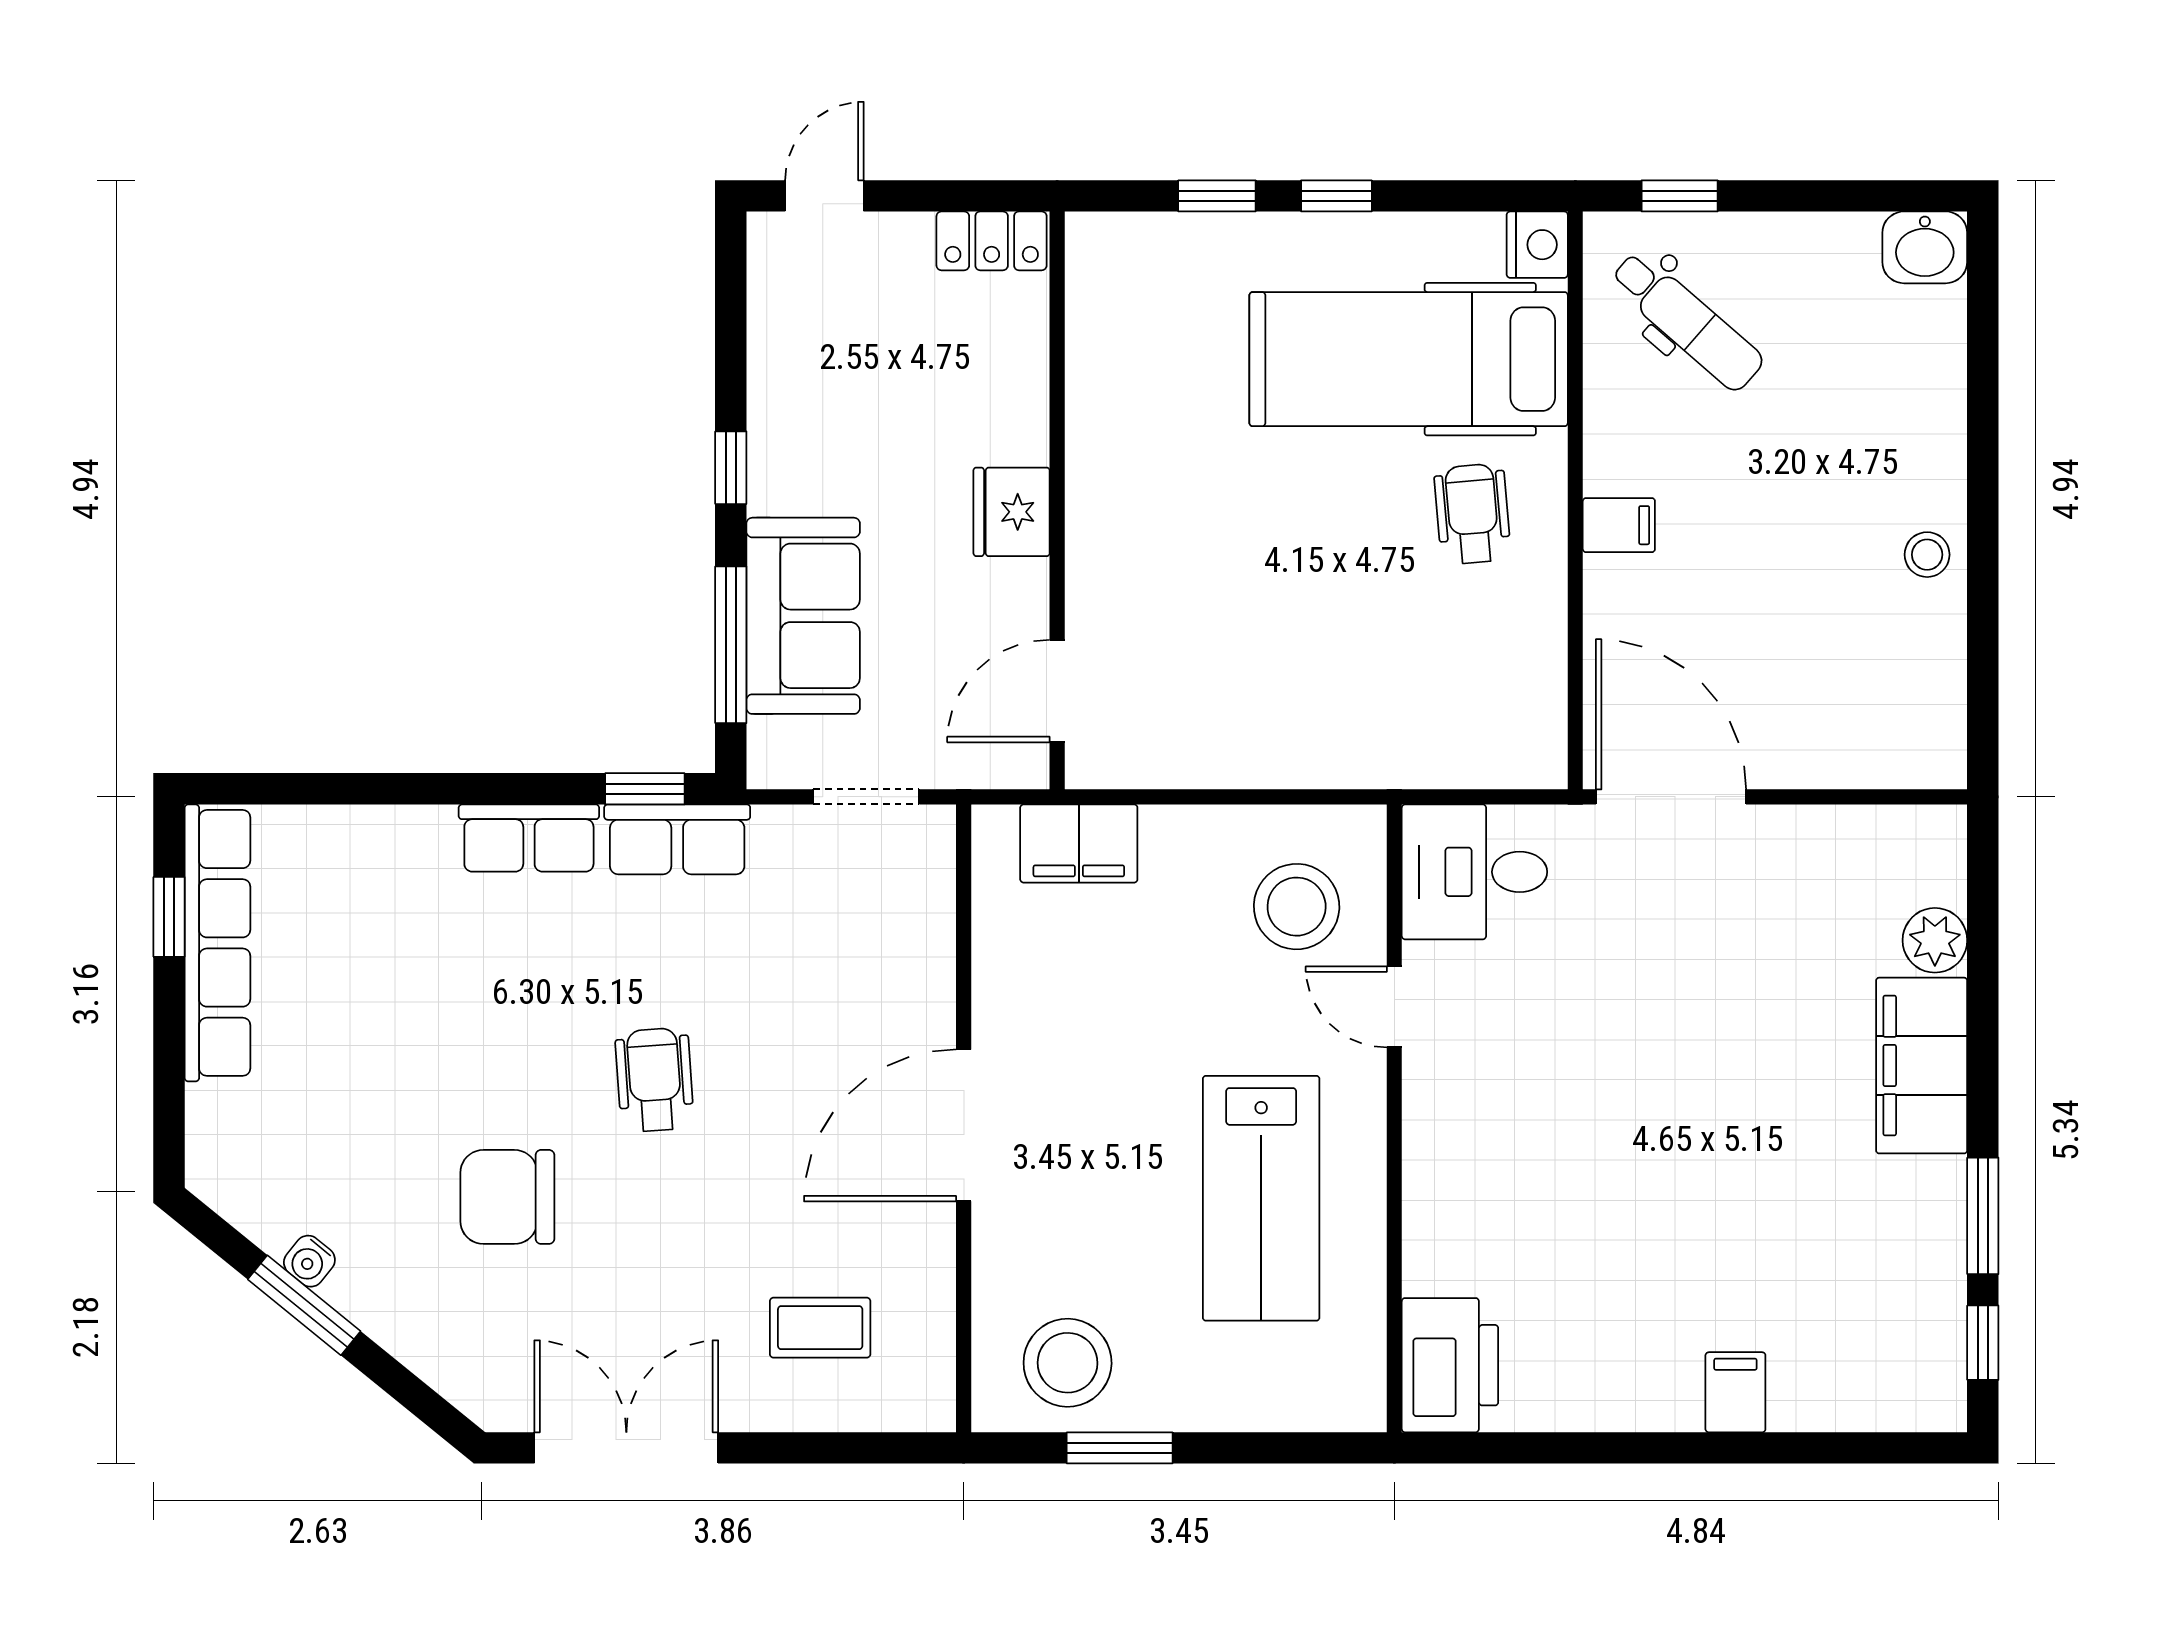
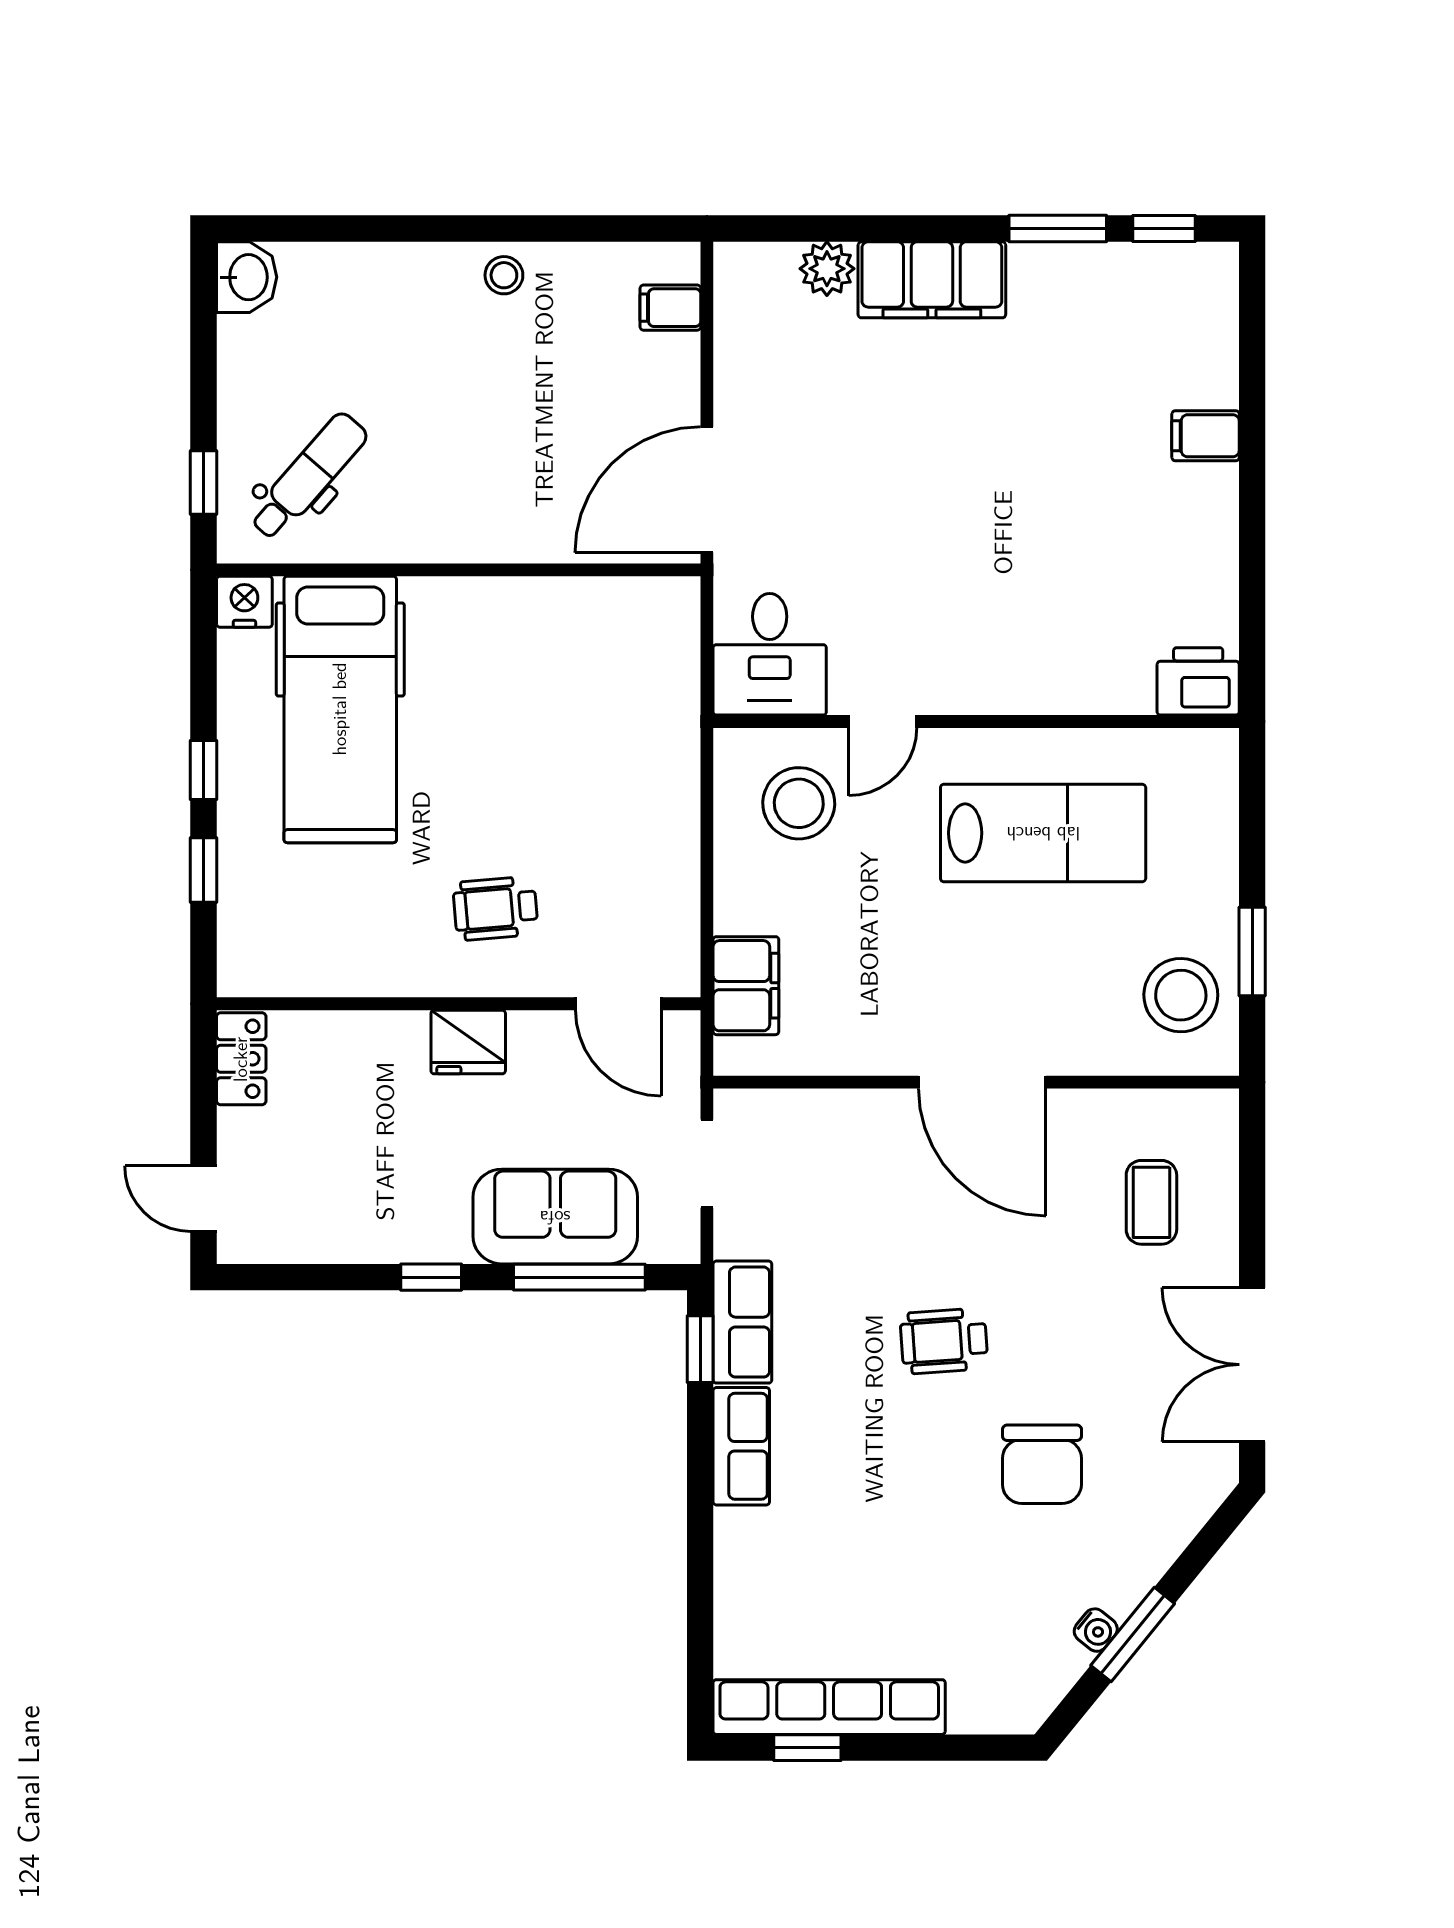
wheelchair: (1472, 514) -> (495, 908), moved
filing cabinet: (1619, 525) -> (670, 308), moved, turned -90
printer: (1450, 1365) -> (1198, 681), width x0.73, depth x0.84

